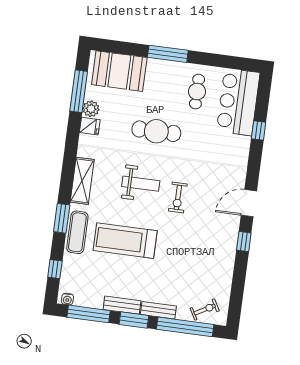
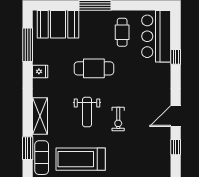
plant: (91, 109) -> (39, 57), removed
weight bench: (141, 184) -> (87, 112), turned 90

